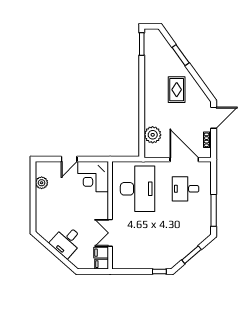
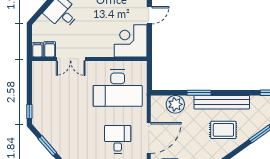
bench: (151, 91) -> (222, 102), added
window: (142, 113) -> (199, 93), added
door: (69, 159) -> (149, 15), swing flipped
double door: (110, 233) -> (71, 59), swing flipped

